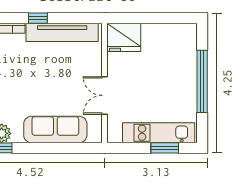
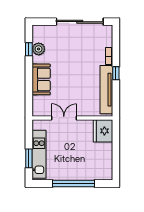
sofa: (55, 130) -> (41, 79), width x0.73

